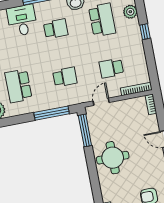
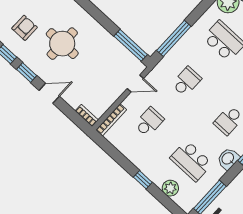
school desk: (65, 77) -> (186, 81), turned 180
door: (101, 102) -> (135, 83), hinge flipped
round table: (113, 158) -> (62, 44), moved

